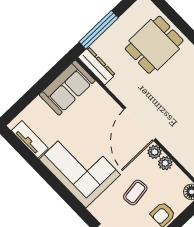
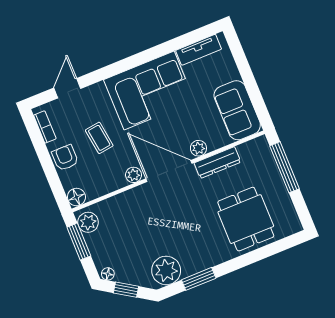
dresser: (97, 66) -> (217, 163), moved
plant: (165, 163) -> (198, 148), moved

